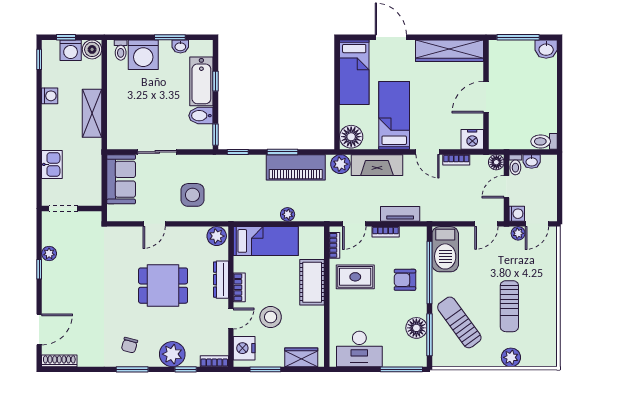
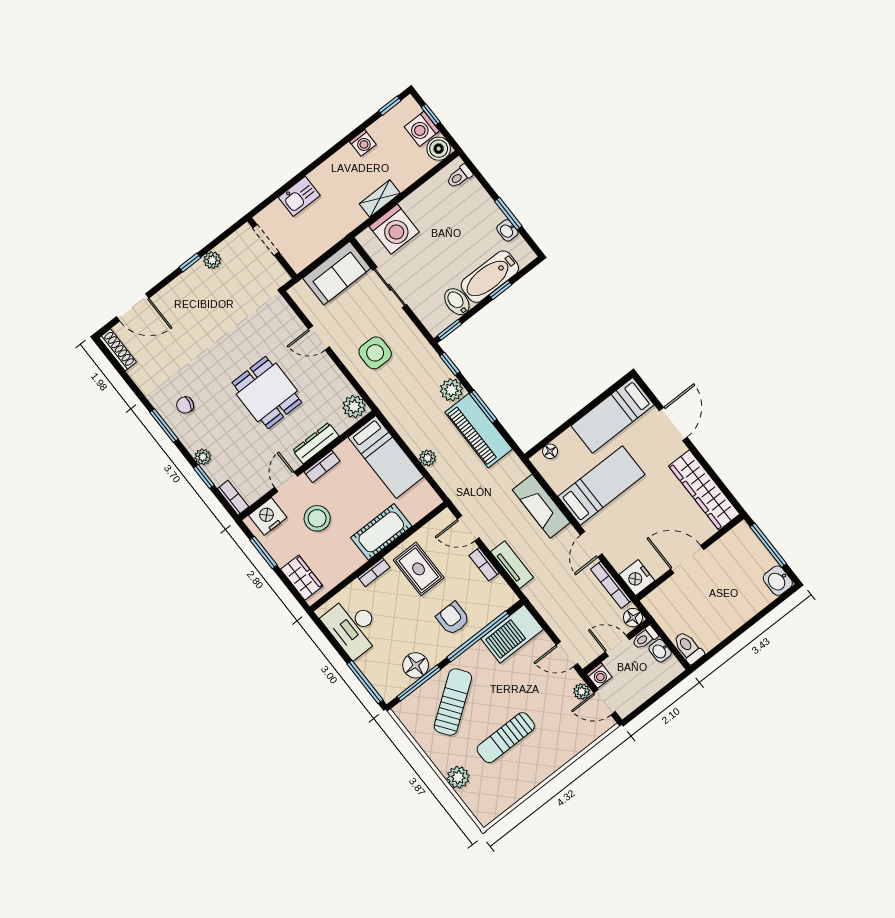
washing machine: (143, 55) -> (394, 229), moved, turned -90
shelving: (92, 113) -> (380, 198), width x0.67, depth x0.75
floor lamp: (351, 137) -> (550, 451), width x0.53, depth x0.53
bookcase: (456, 160) -> (611, 585), width x1.56
plant: (340, 164) -> (451, 390), moved
bookcase: (335, 245) -> (374, 572), moved
door: (231, 319) -> (286, 482), swing flipped
plant: (172, 354) -> (203, 457), width x0.53, depth x0.53

